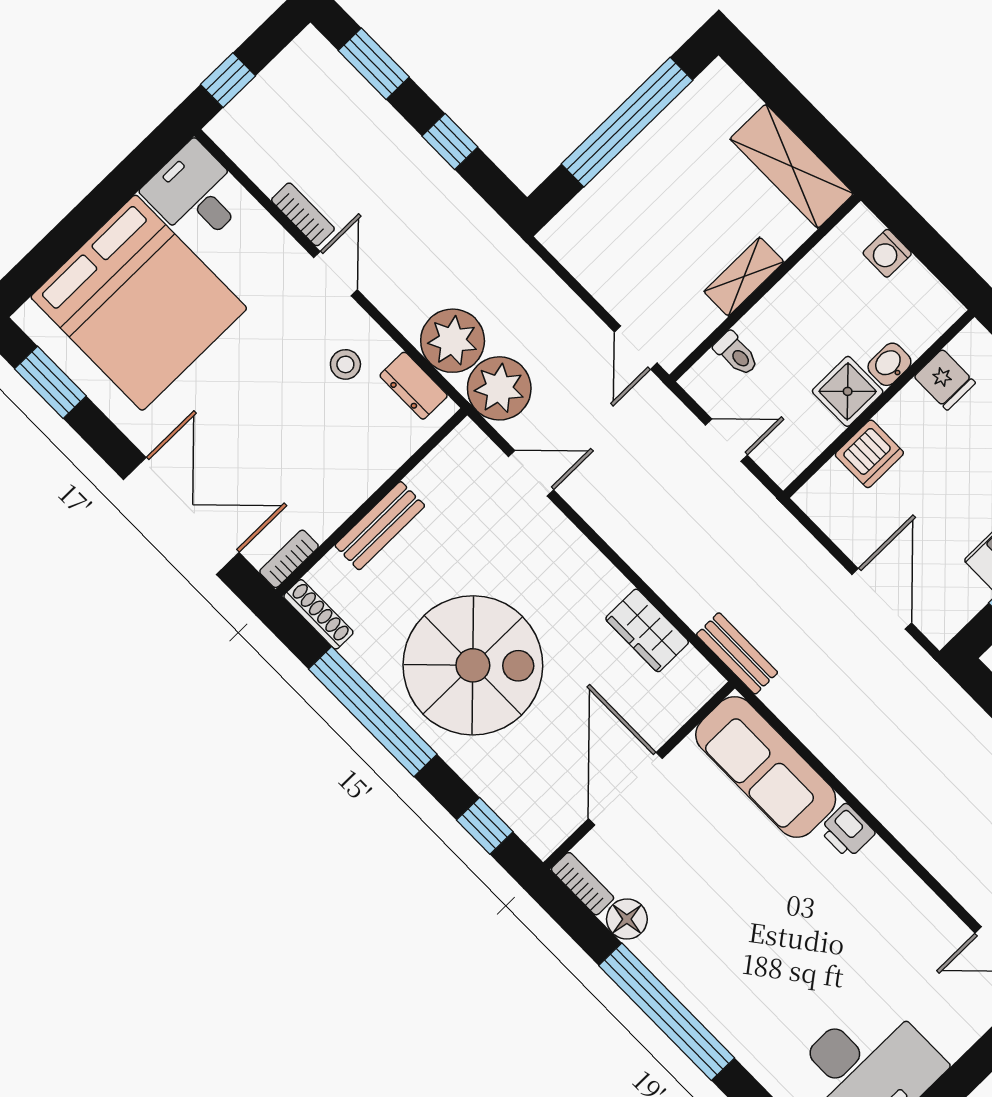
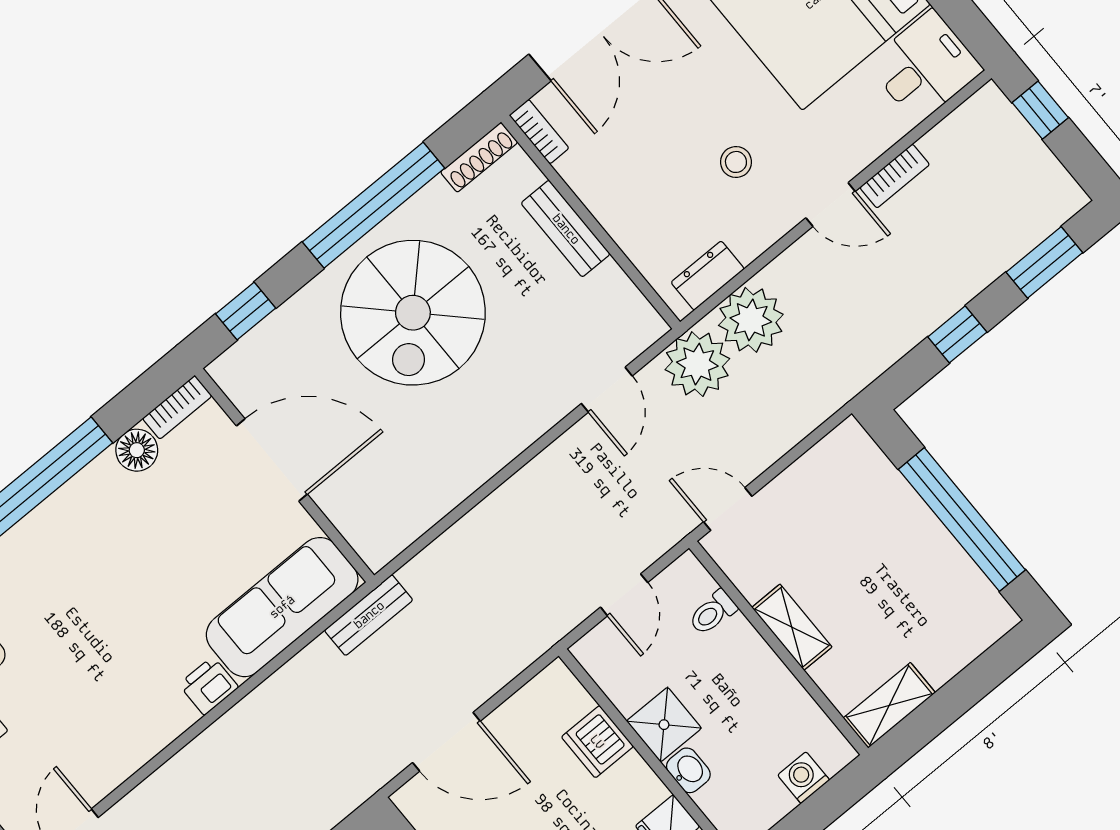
shelving: (792, 166) -> (889, 705), width x0.67, depth x0.75
stool: (345, 364) -> (736, 162), moved
wardrobe: (647, 630) -> (434, 496), removed
bench: (737, 653) -> (369, 615), moved

